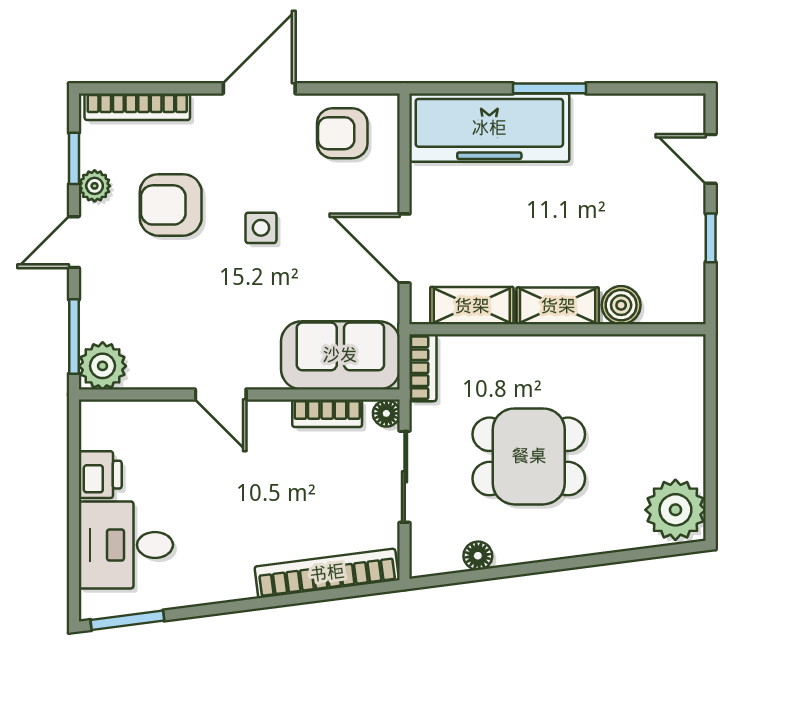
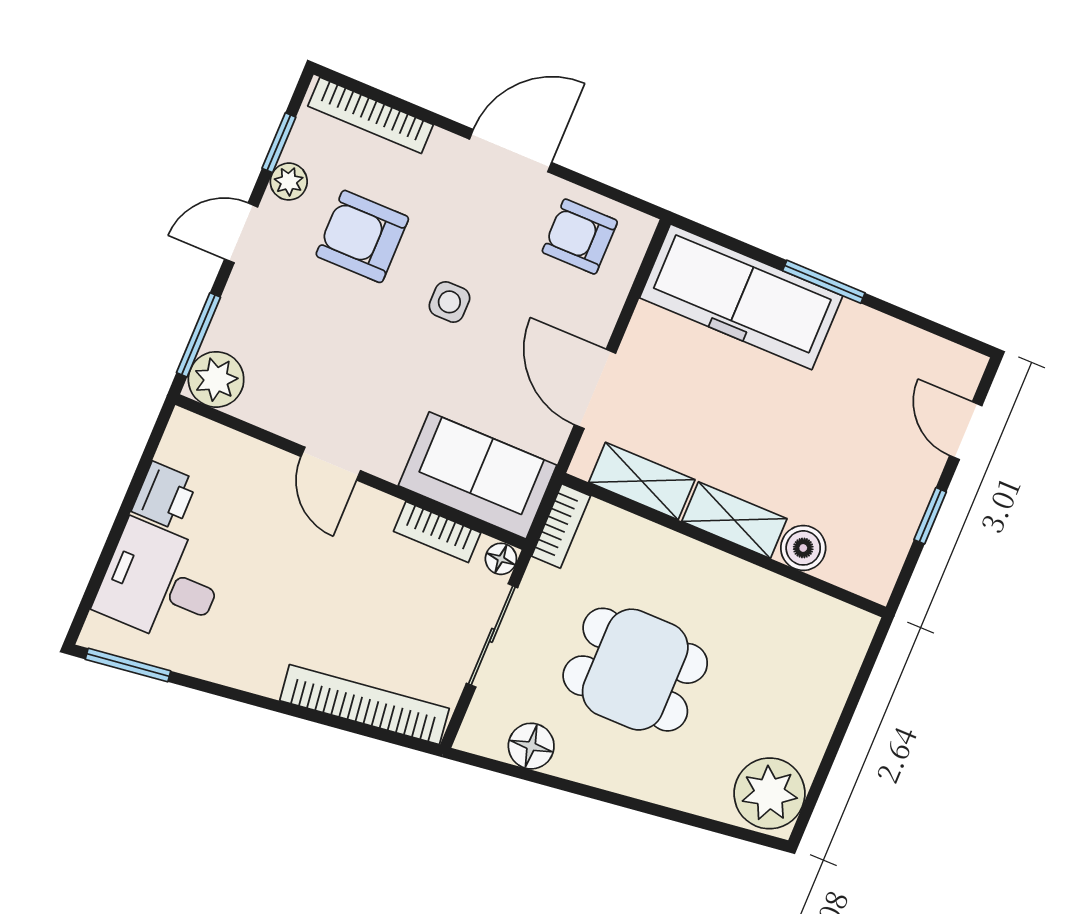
floor lamp: (478, 556) -> (531, 746), width x1.37, depth x1.37

